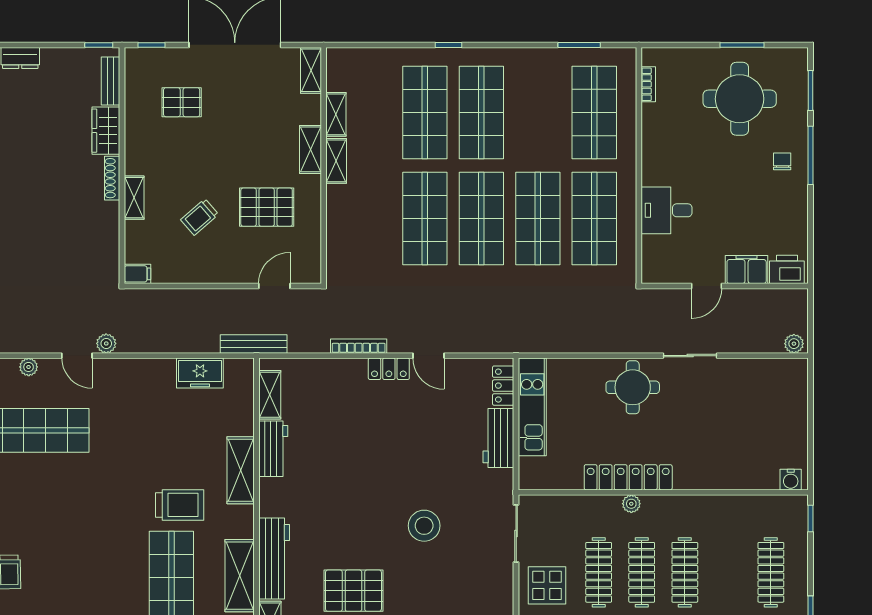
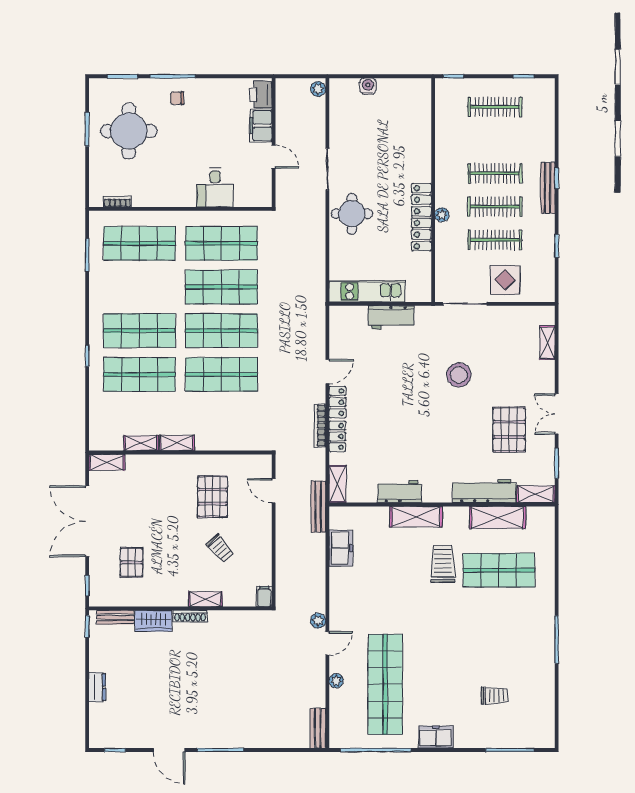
shelving: (310, 149) -> (168, 463), removed
locker: (503, 386) -> (337, 436), moved, turned -90
shelving: (270, 395) -> (338, 484), moved, turned 90
water cooler: (791, 480) -> (368, 86), moved, turned -90

